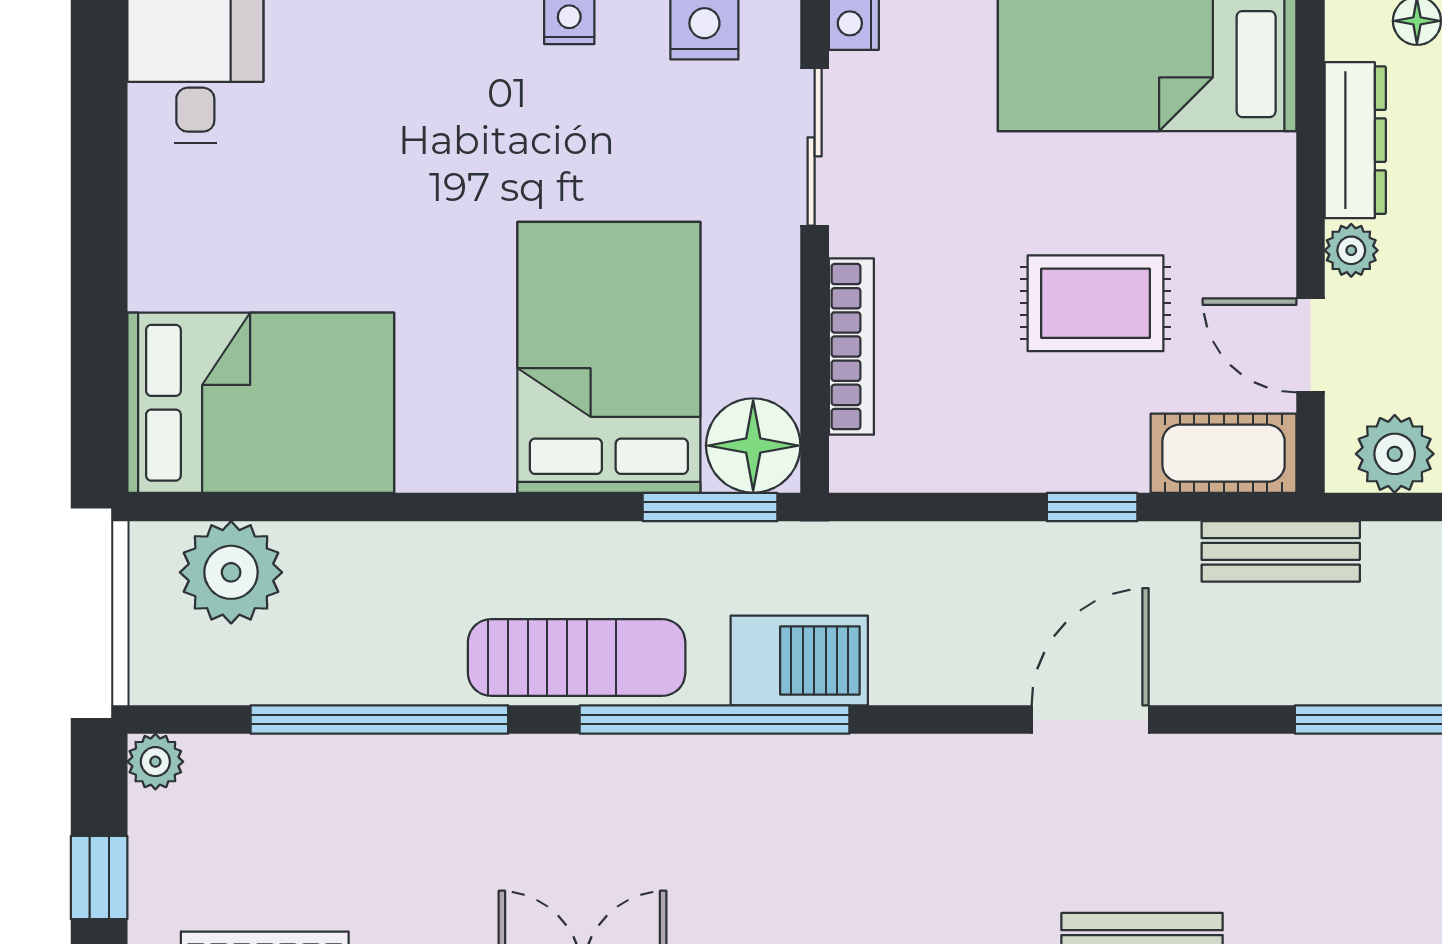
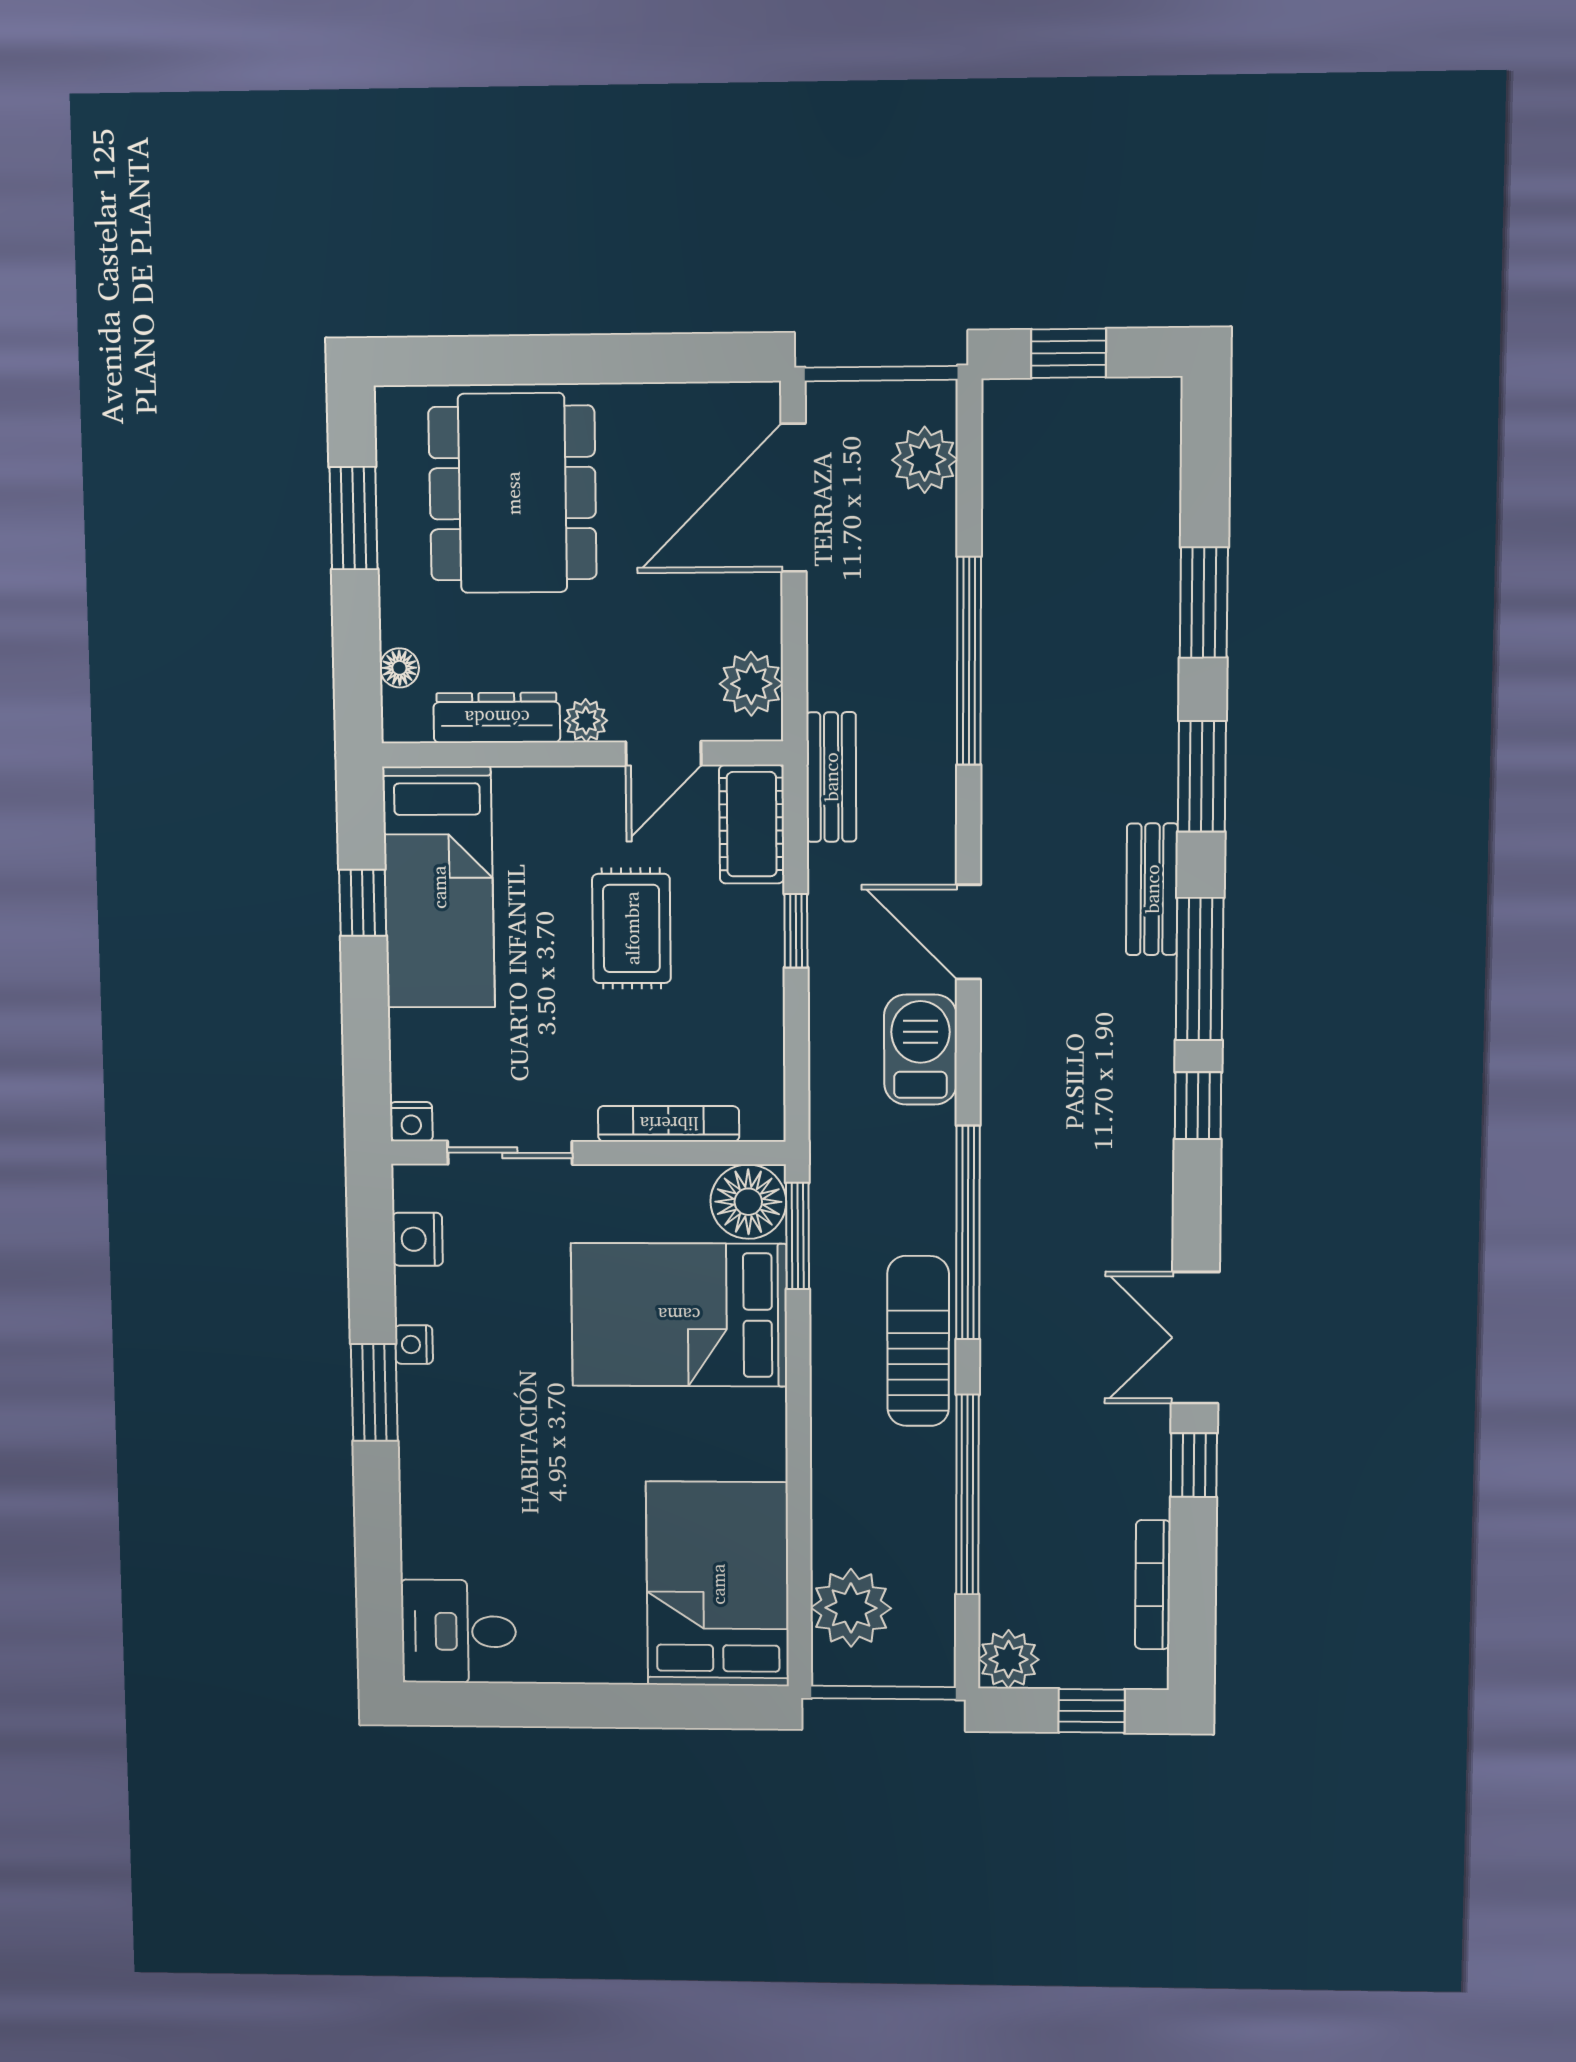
barbecue: (799, 660) -> (920, 1050), moved
plant: (155, 762) -> (1009, 1659), width x1.38, depth x1.38

